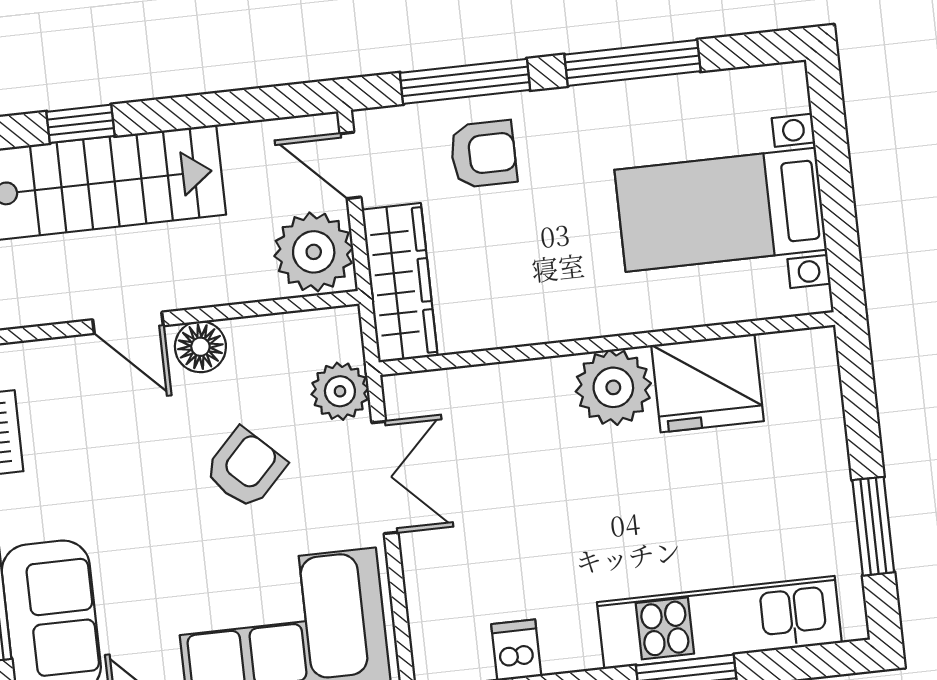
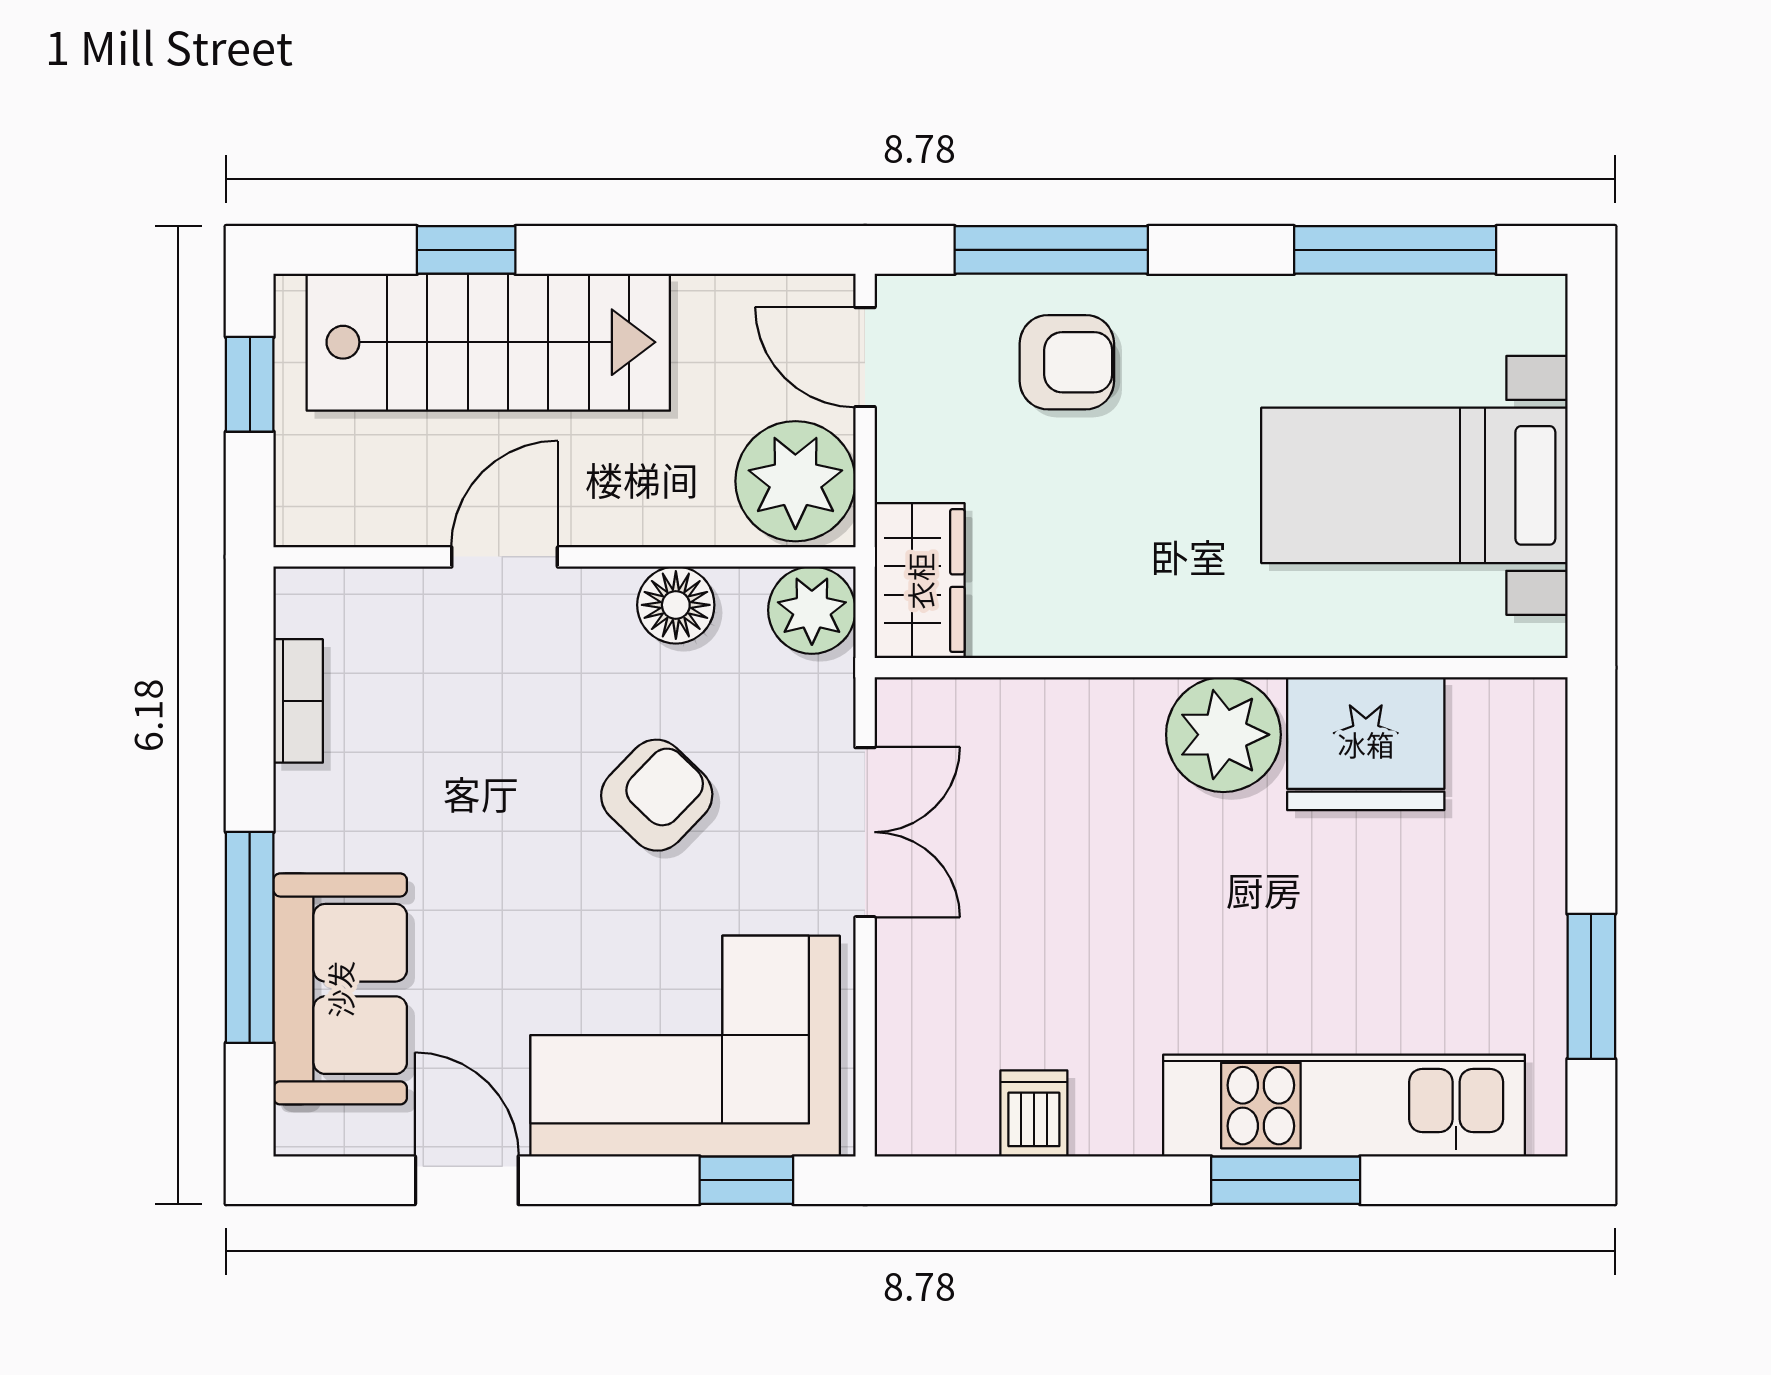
window: (632, 63) -> (1395, 250), moved
wardrobe: (400, 283) -> (920, 581), width x0.67
door: (128, 323) -> (505, 557), swing flipped
floor lamp: (200, 347) -> (676, 605), moved
plant: (340, 391) -> (812, 610), moved

